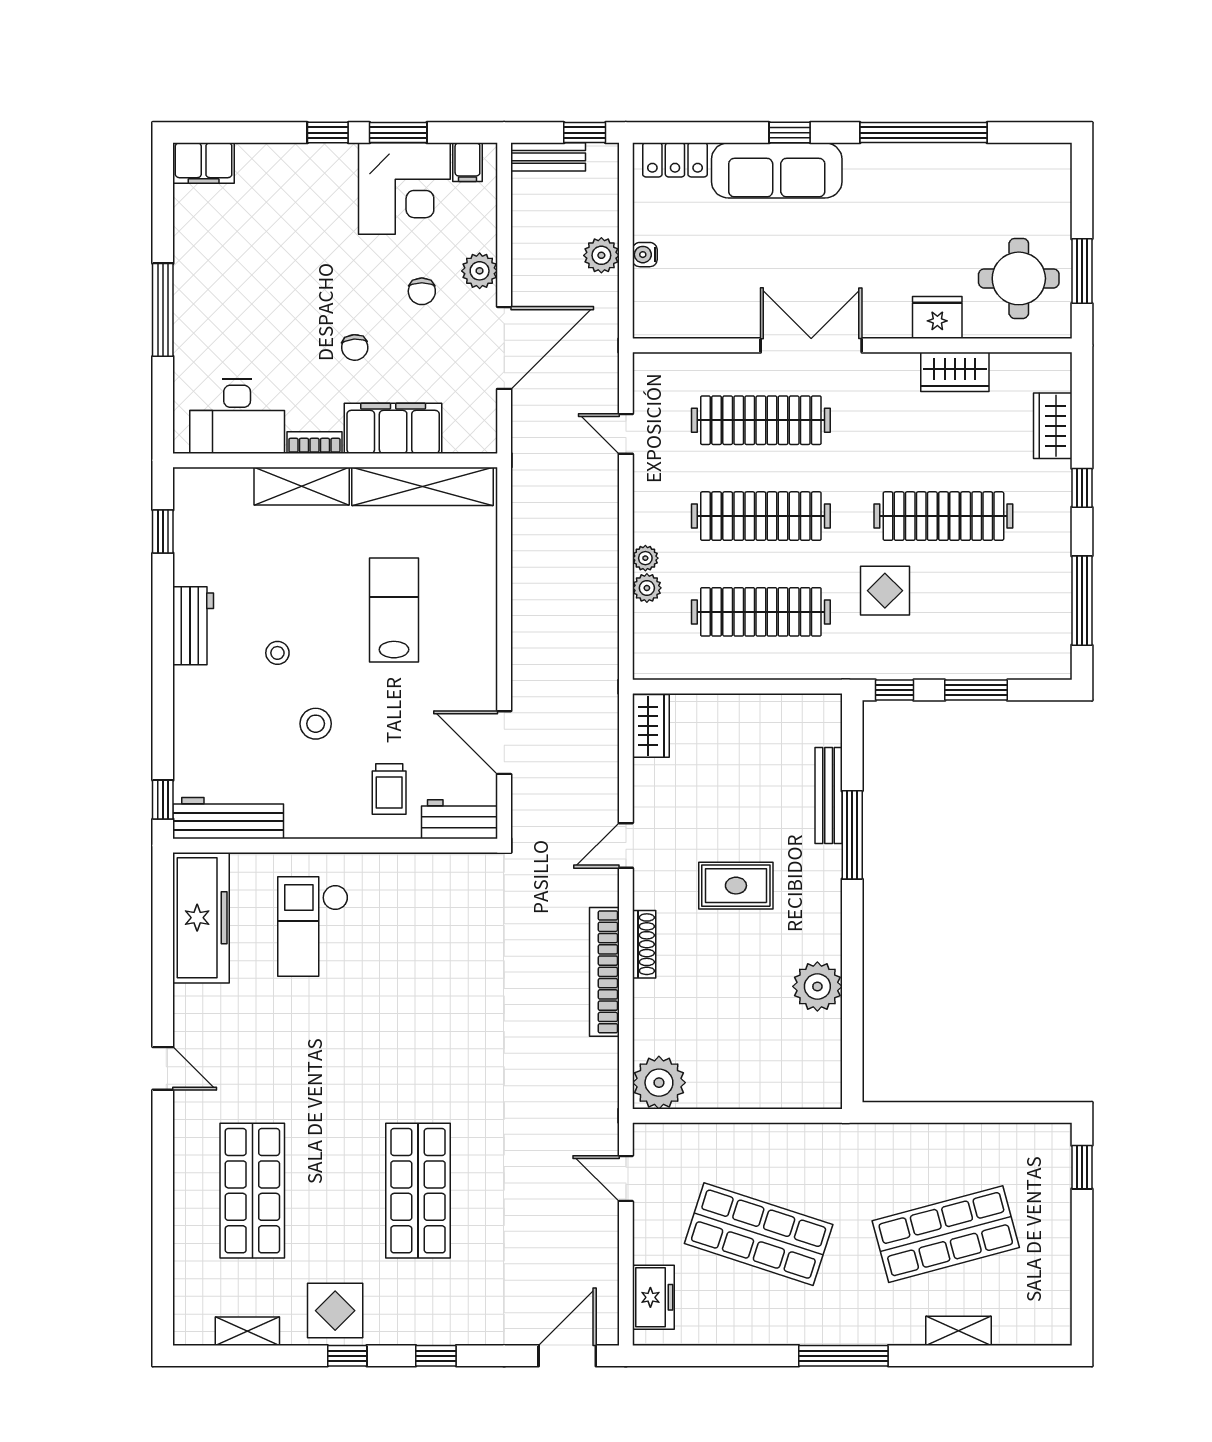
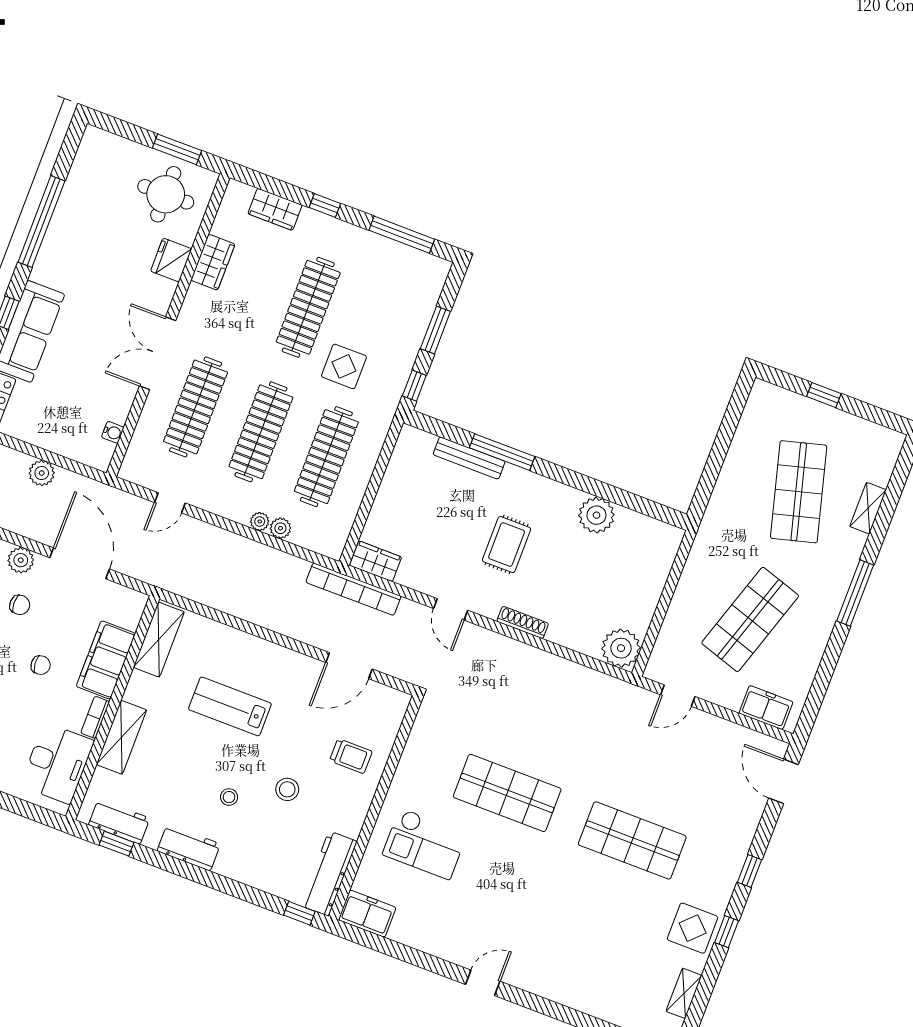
water cooler: (645, 255) -> (113, 432), moved, turned -90
shelving: (423, 486) -> (159, 640), width x0.68
workbench: (459, 819) -> (119, 822), moved, turned 90
freezer: (201, 918) -> (367, 914), width x0.52, depth x0.79
bookcase: (604, 972) -> (353, 589), moved
window: (1082, 1167) -> (824, 395), moved
shop shelf: (252, 1191) -> (507, 793), moved

